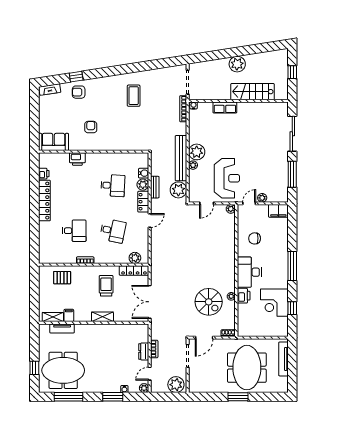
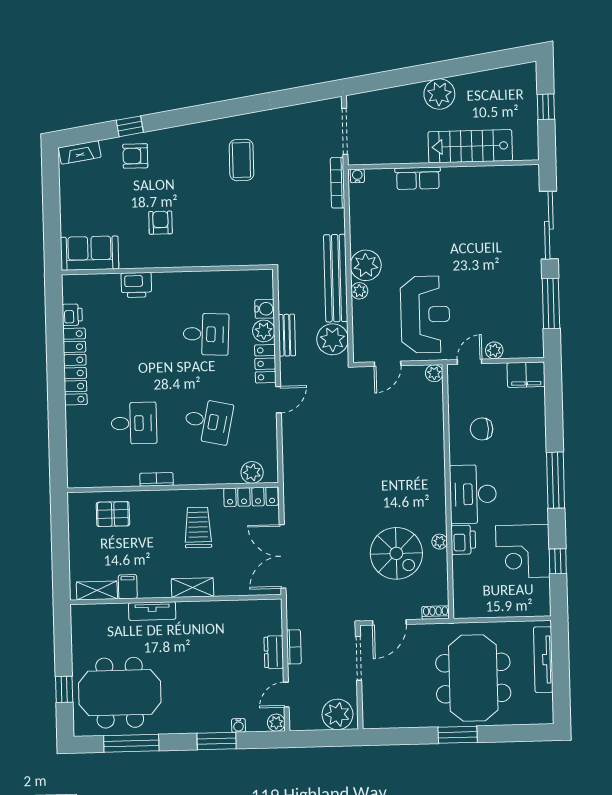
tv unit: (62, 328) -> (152, 611), moved

